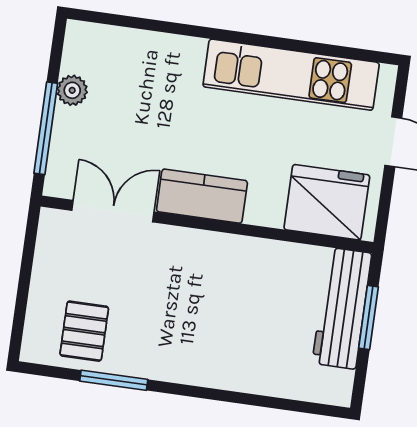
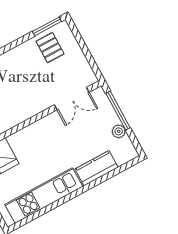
kitchen counter: (202, 196) -> (96, 168), moved, turned 180
window: (114, 380) -> (47, 26), moved

